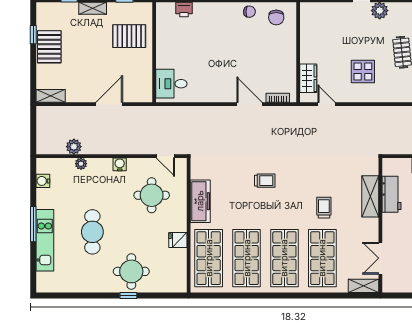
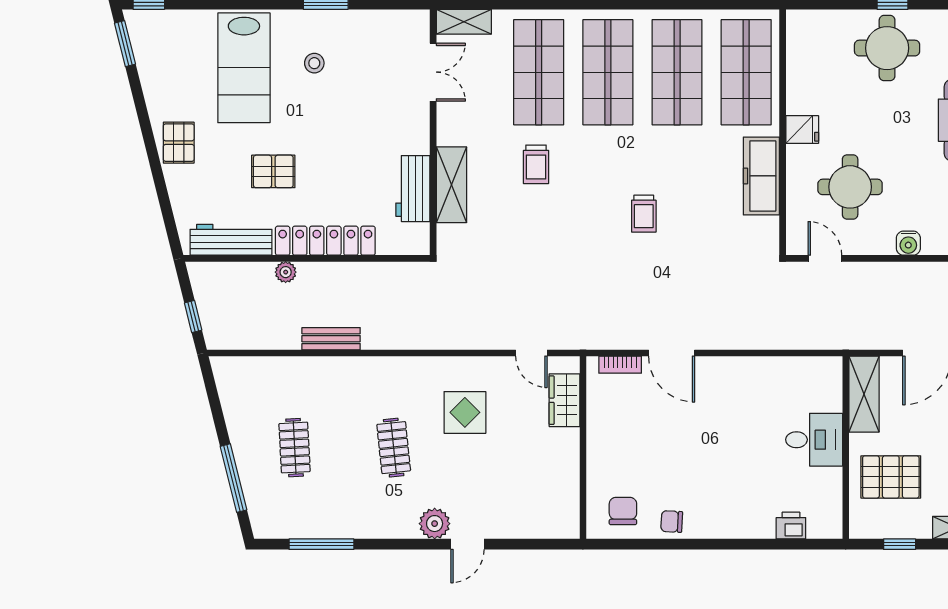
shelving: (144, 82) -> (864, 394), added
desk: (171, 84) -> (814, 440), moved
trolley: (265, 181) -> (644, 214), turned -90
fridge: (178, 240) -> (802, 130), moved

